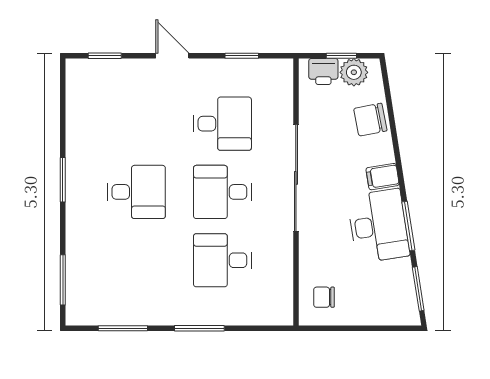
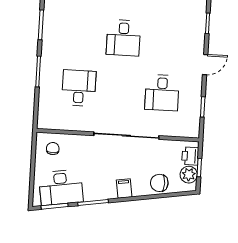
chair: (370, 120) -> (159, 183), turned -79
desk: (222, 192) -> (120, 90), removed
desk: (378, 226) -> (61, 187), moved

